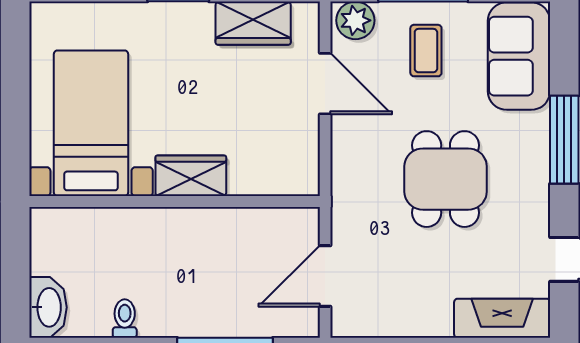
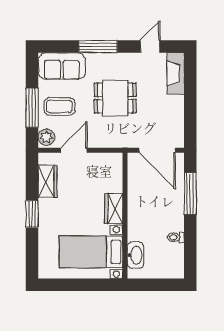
coffee table: (426, 51) -> (59, 107), width x1.36, depth x1.30
door: (325, 276) -> (157, 150), width x1.36
washbasin: (48, 307) -> (135, 255), moved, turned 90

